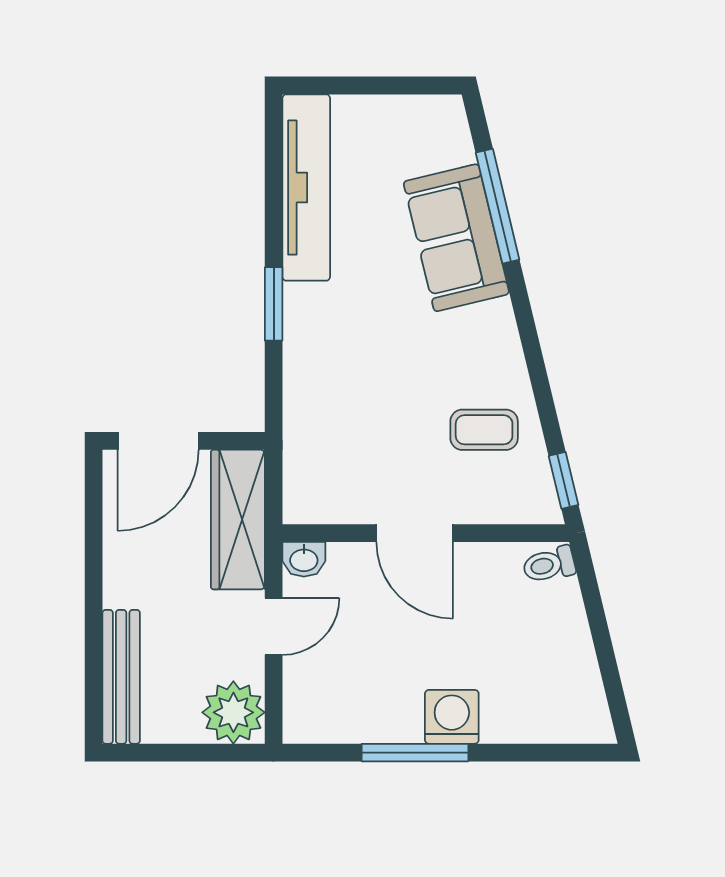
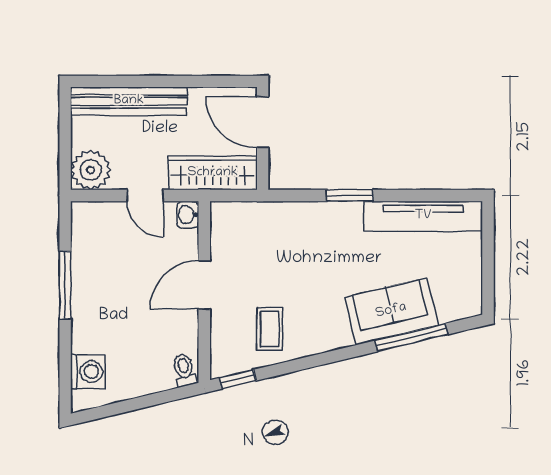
bench: (121, 677) -> (129, 101), width x1.37, depth x1.21
washing machine: (452, 717) -> (88, 371), moved

